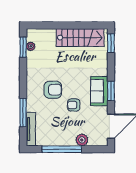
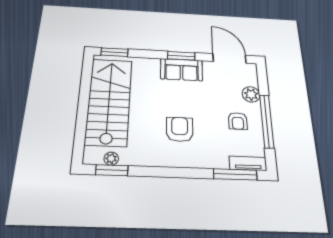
stairs: (80, 38) -> (109, 101), width x1.36, depth x1.51
armchair: (74, 105) -> (238, 121), moved
window: (23, 113) -> (235, 174), moved
tv unit: (31, 129) -> (248, 163), width x0.71

